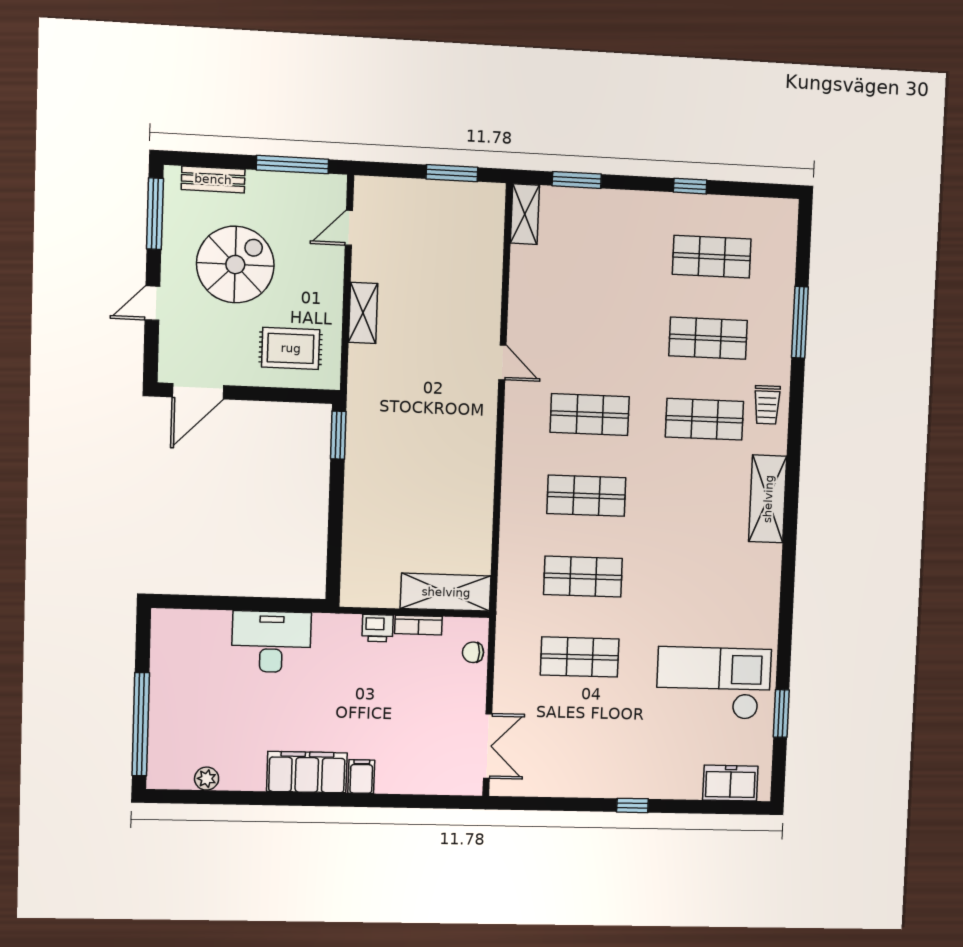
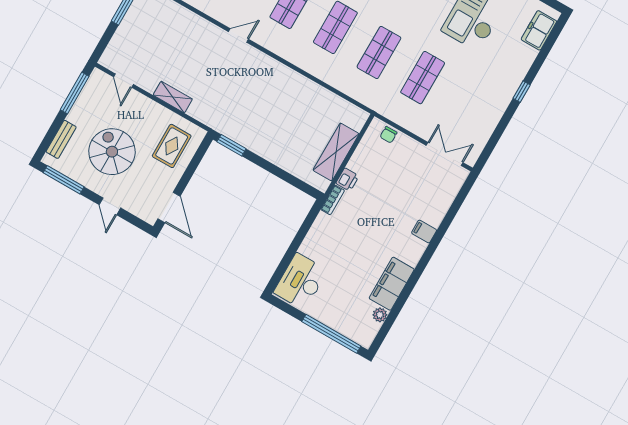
shelving: (446, 592) -> (336, 152), moved
bookcase: (418, 625) -> (333, 200), moved
desk: (271, 642) -> (301, 281), moved
filing cabinet: (307, 772) -> (392, 284), moved

